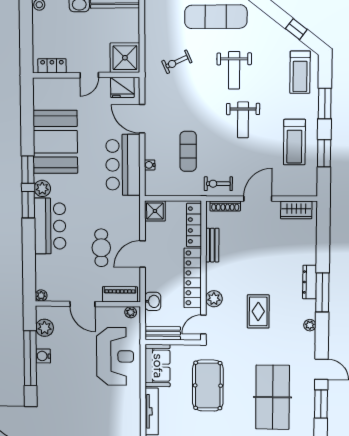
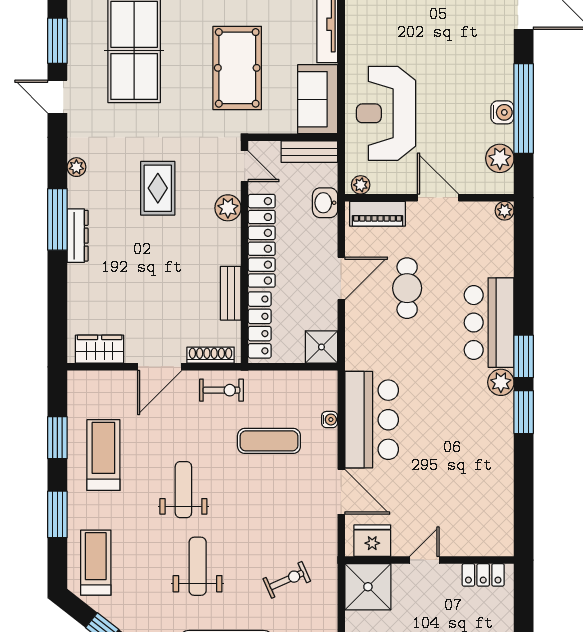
booth: (55, 142) -> (479, 456), removed
exercise mat: (188, 151) -> (269, 441), turned 90
door: (203, 325) -> (245, 166), hinge flipped

